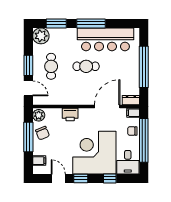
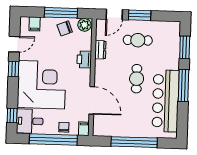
plant: (41, 36) -> (172, 30), removed
dresser: (131, 100) -> (100, 50), moved
window: (110, 178) -> (12, 116), moved

